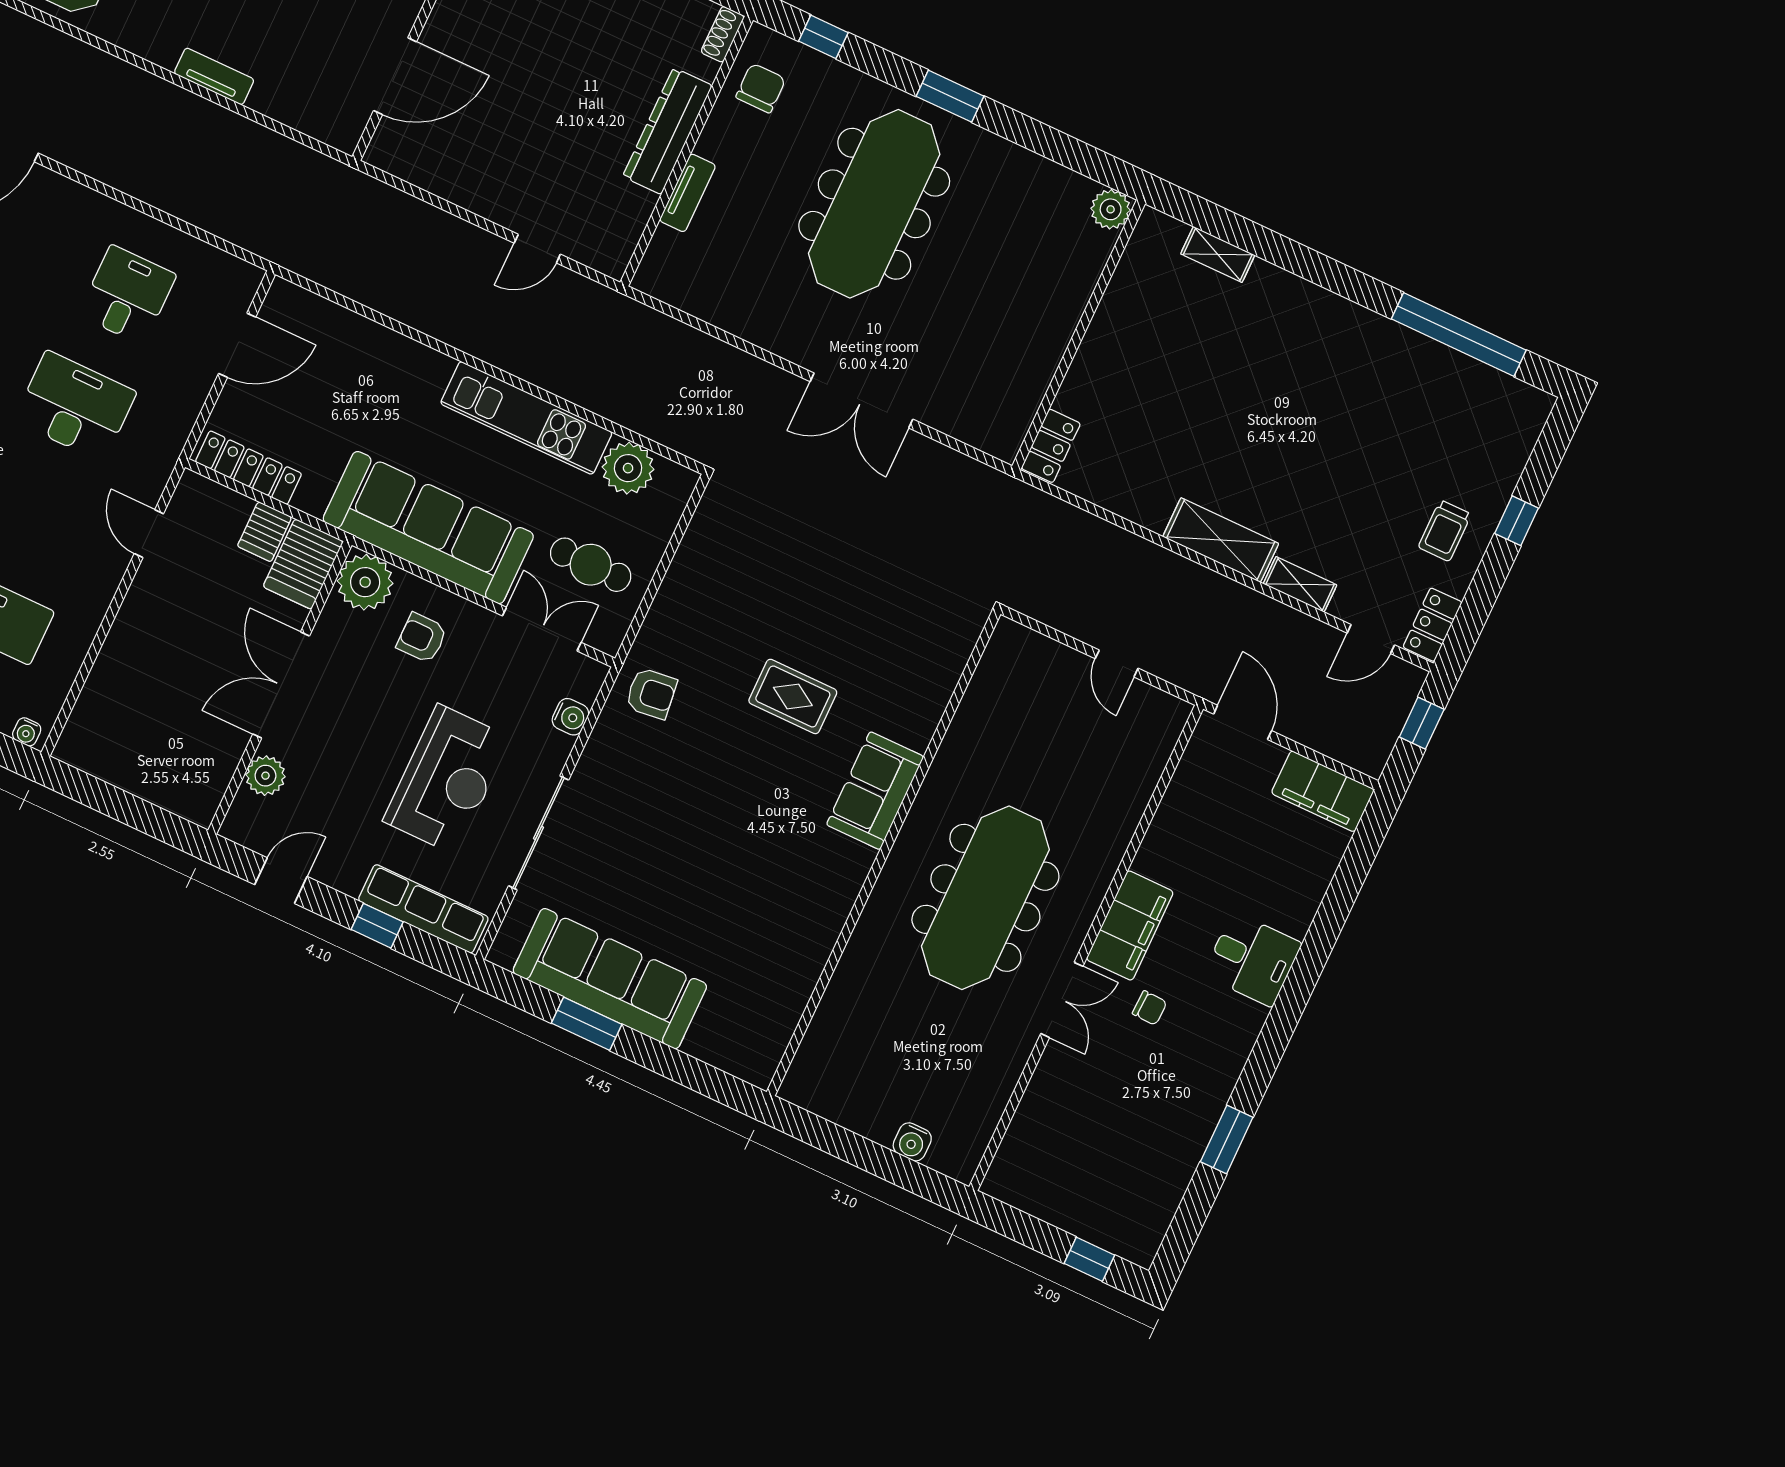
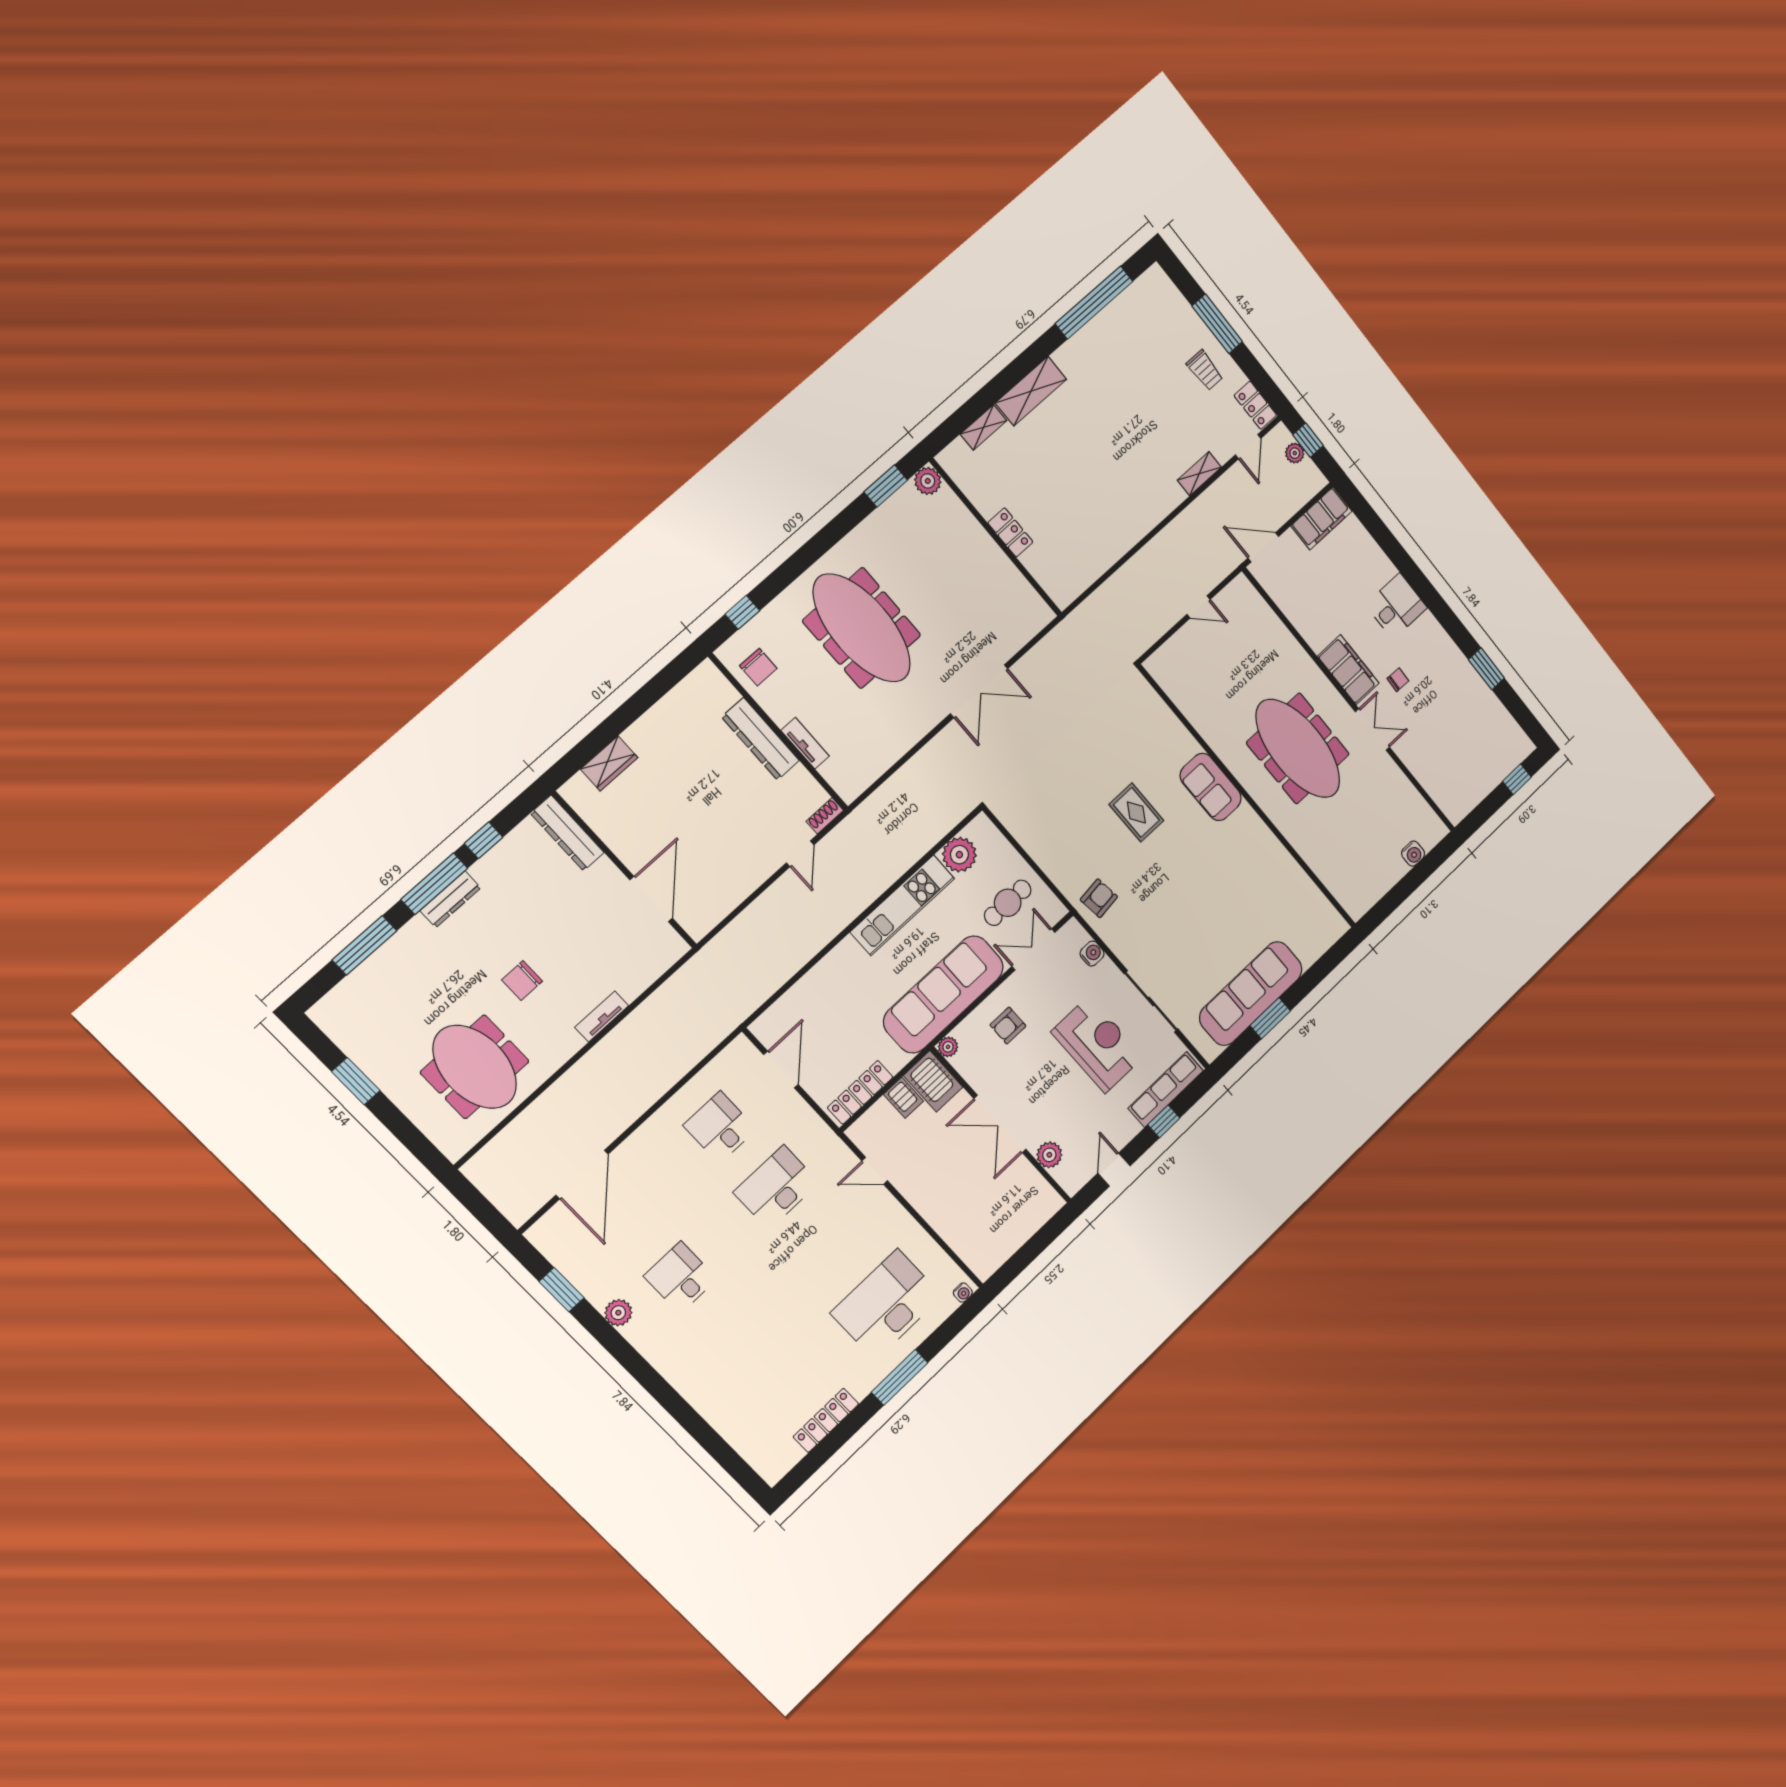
shoe rack: (723, 34) -> (825, 816), moved, turned 90
chair: (761, 88) -> (758, 667), turned 180
window: (950, 96) -> (886, 486), moved
locker: (1051, 446) -> (1010, 532), moved
window: (1516, 521) -> (1217, 324), width x2.17
shelving: (1221, 540) -> (1031, 391), moved
plant: (365, 582) -> (948, 1047), width x0.53, depth x0.53
rug: (793, 696) -> (1136, 812), turned 90
plant: (1394, 711) -> (1295, 453), added

